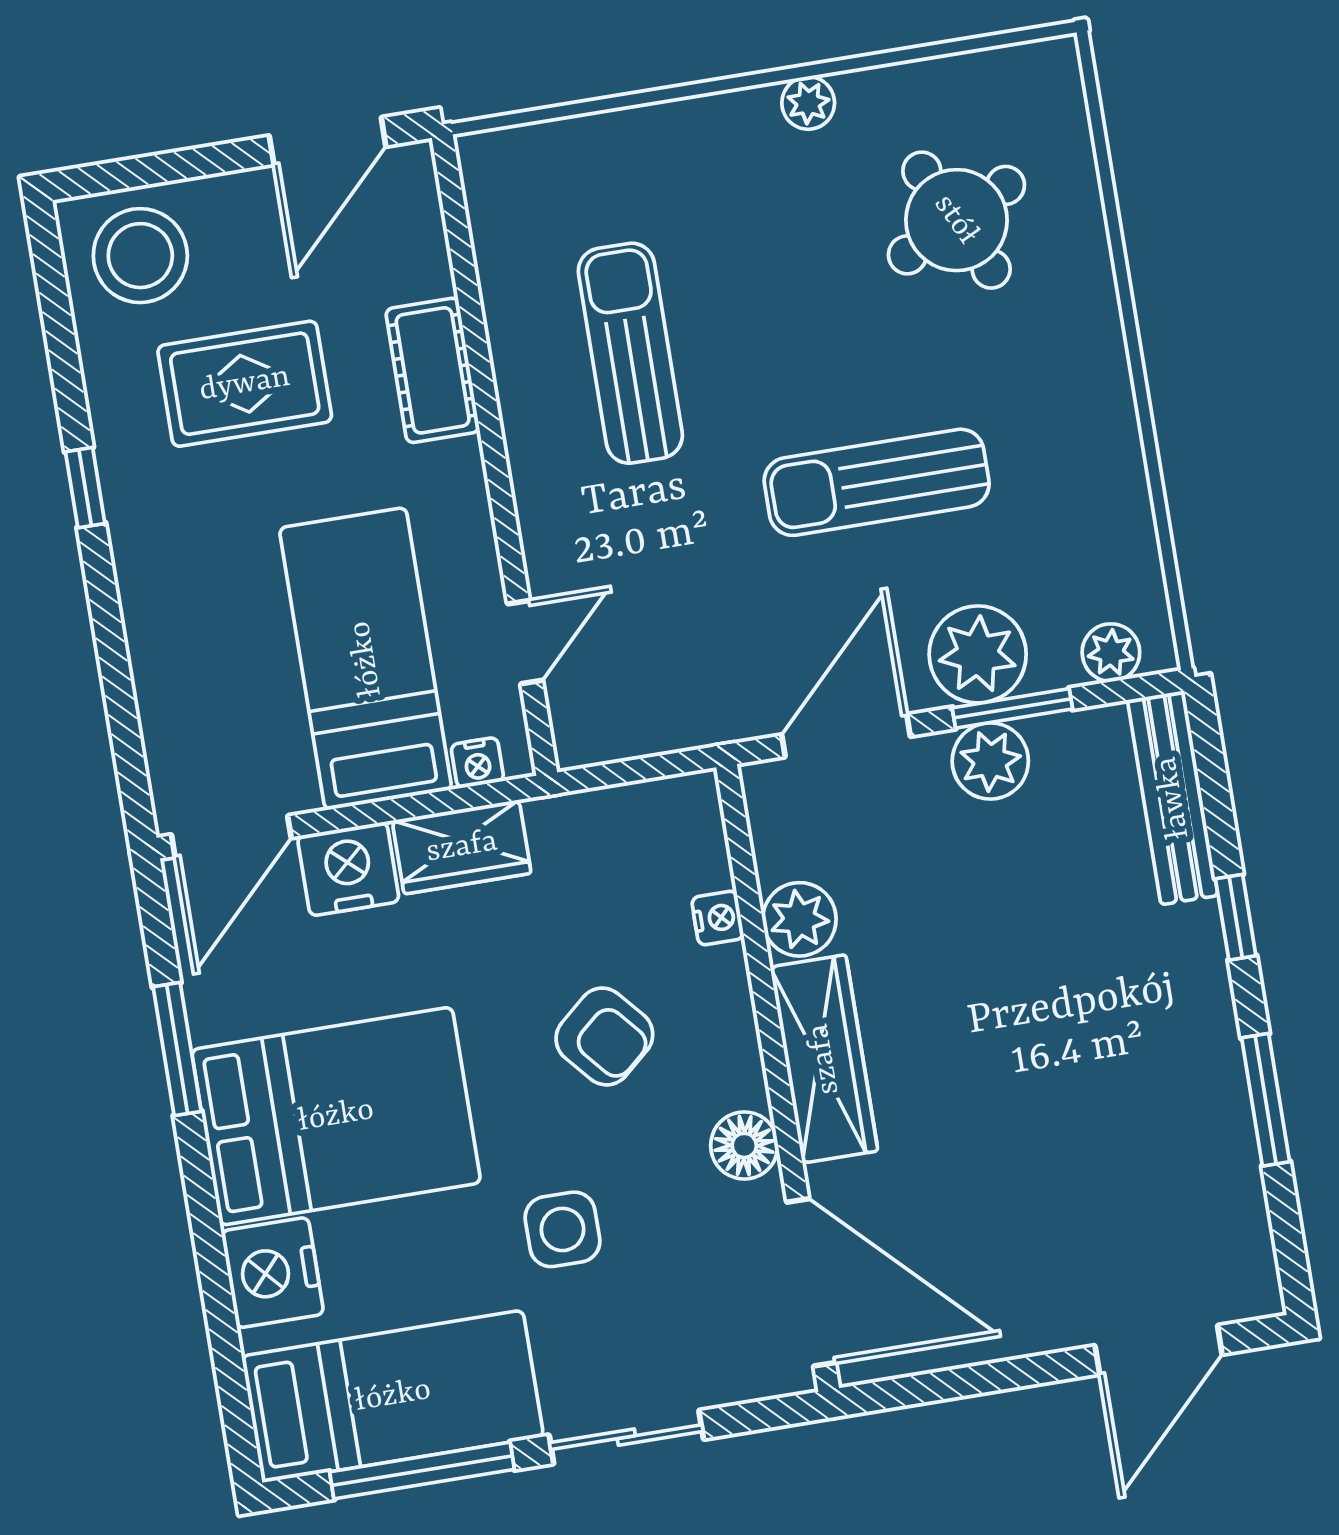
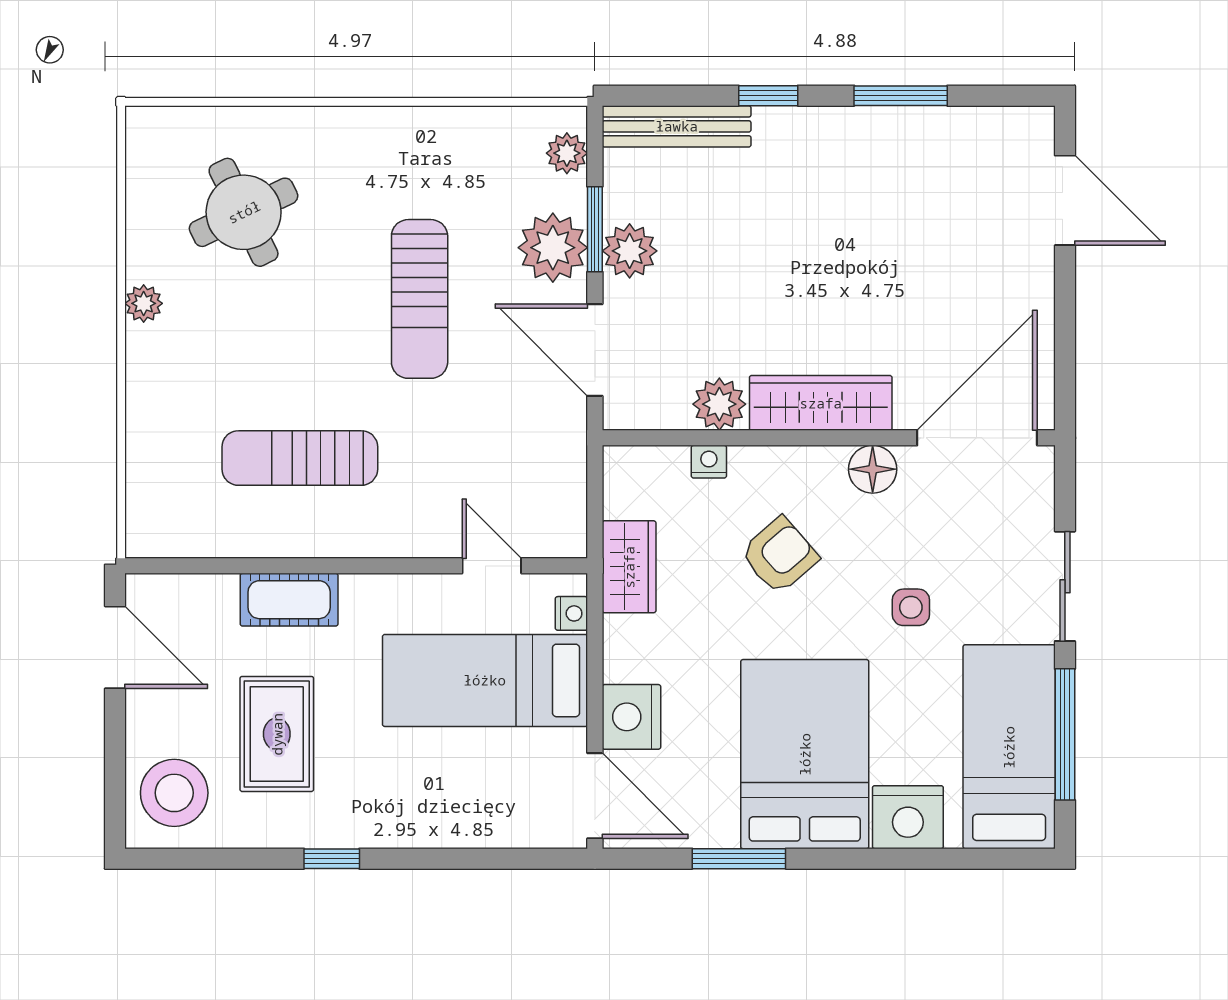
wardrobe: (462, 847) -> (629, 567), moved
side table: (562, 1229) -> (911, 607), width x0.73, depth x0.73

